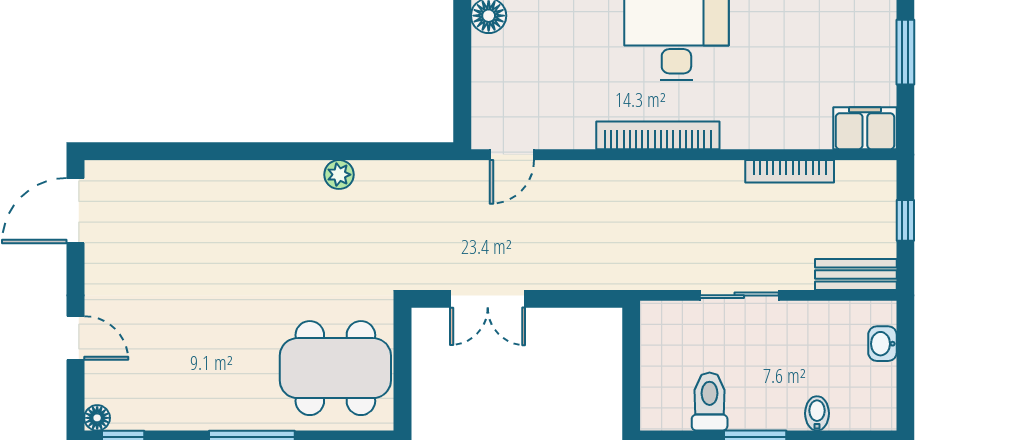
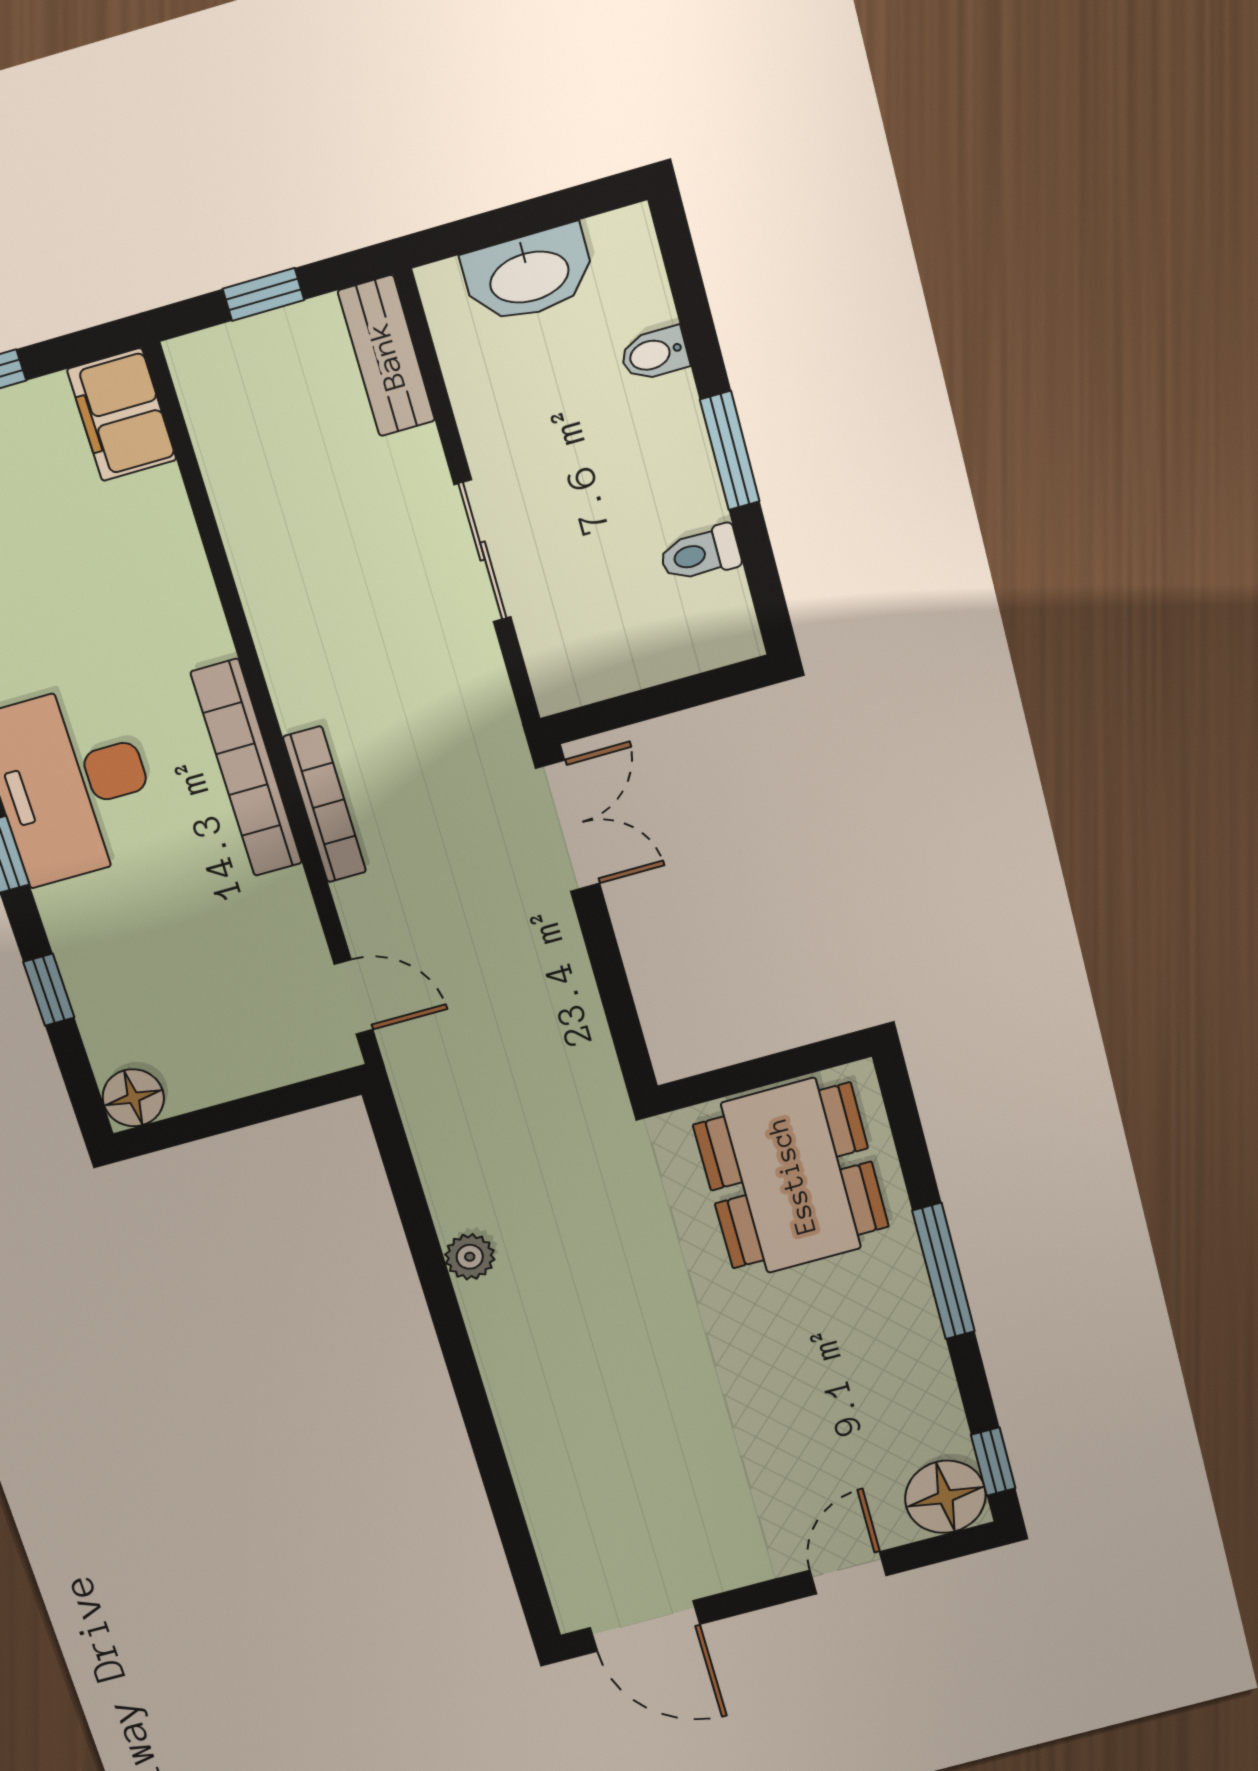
bookcase: (790, 171) -> (325, 805), moved
double door: (488, 299) -> (568, 826), moved
washbasin: (882, 344) -> (529, 275), width x1.91, depth x1.45
toilet: (710, 402) -> (700, 554), width x0.73, depth x0.72
floor lamp: (97, 418) -> (945, 1497), width x1.89, depth x1.89

